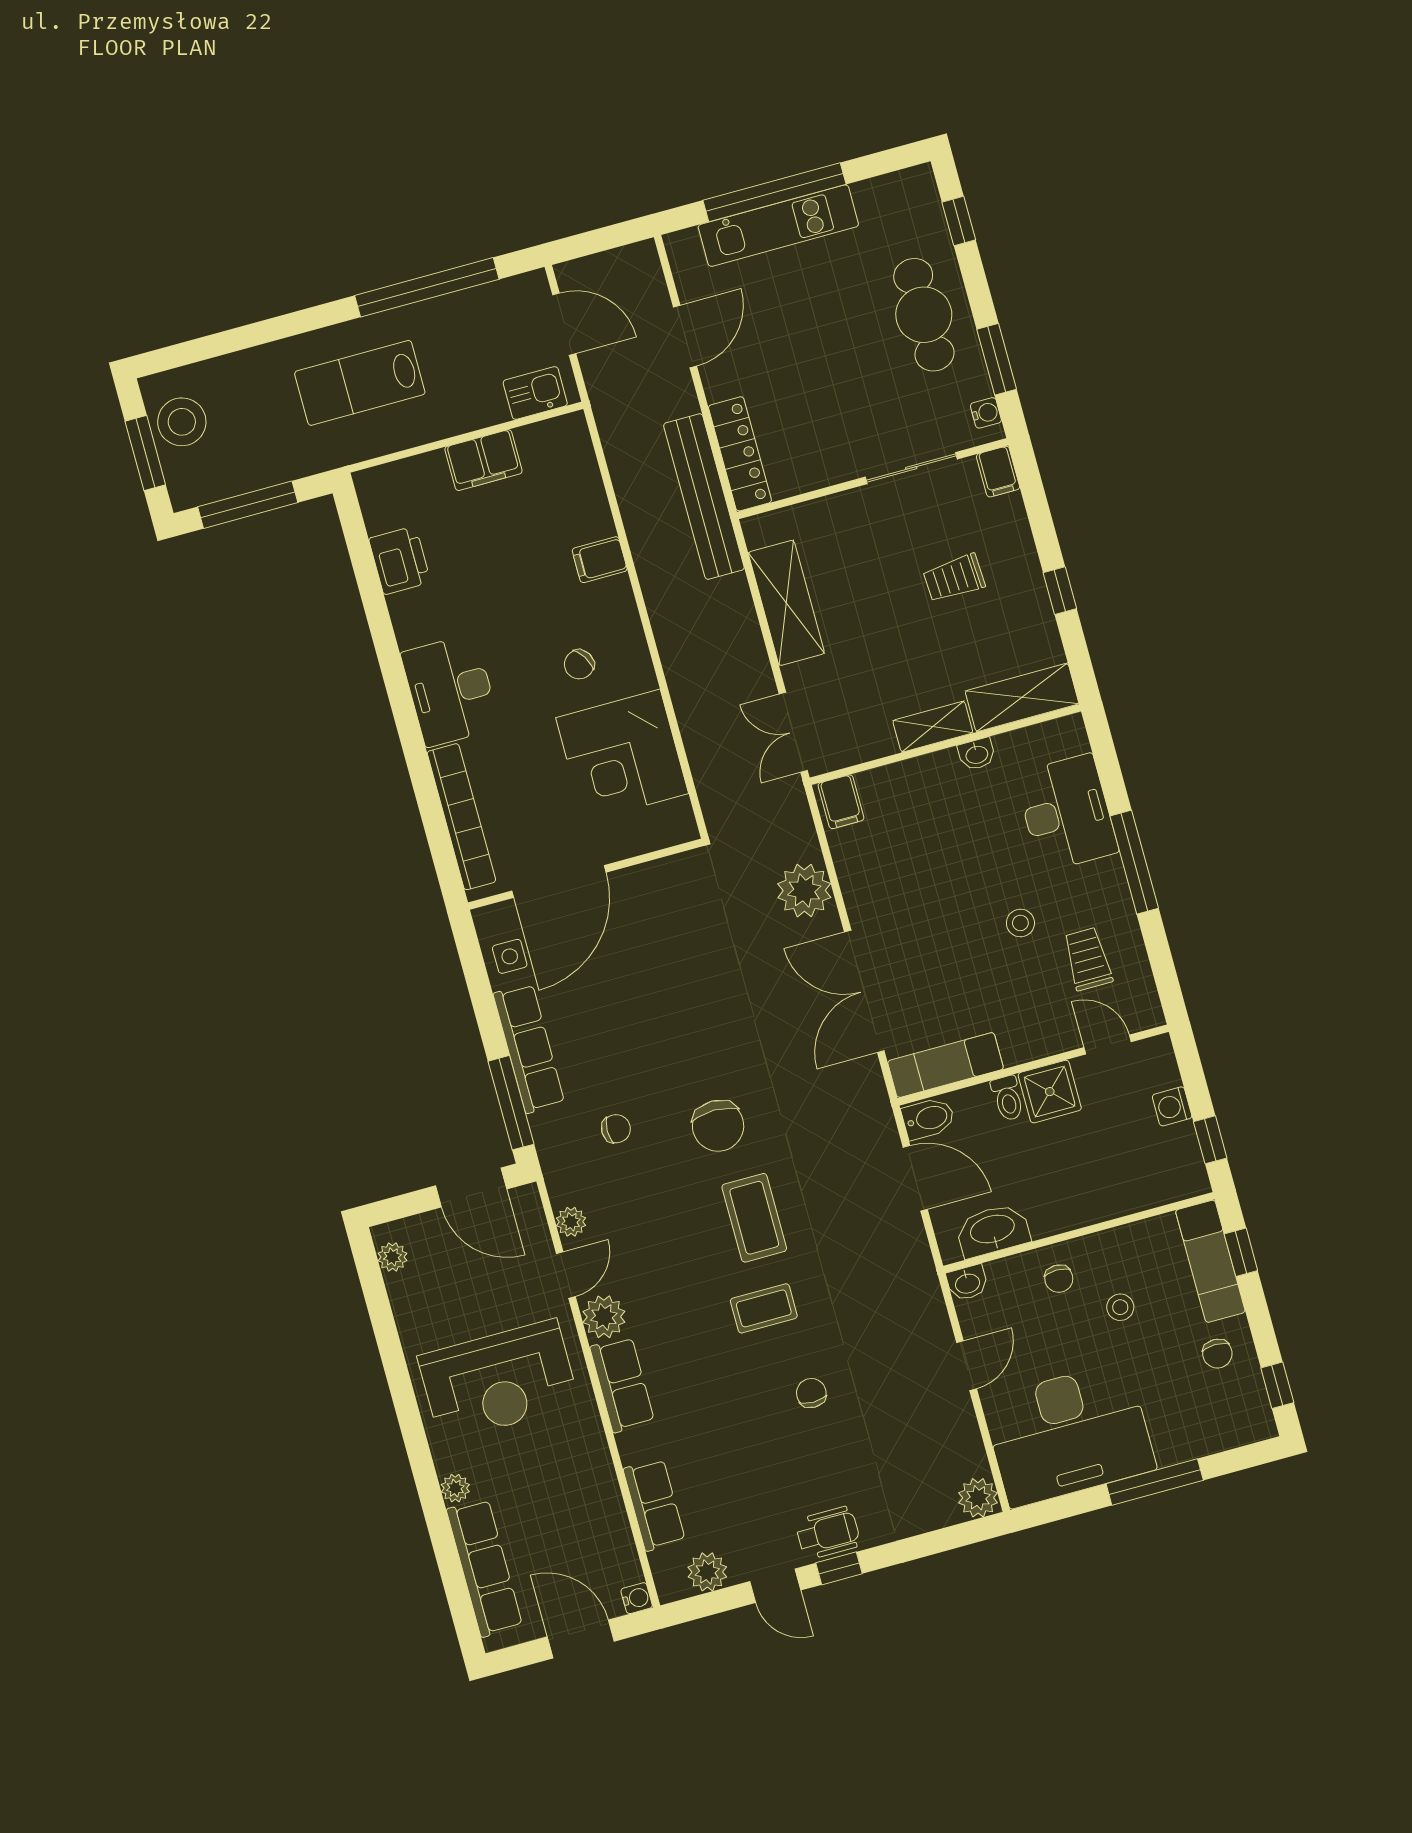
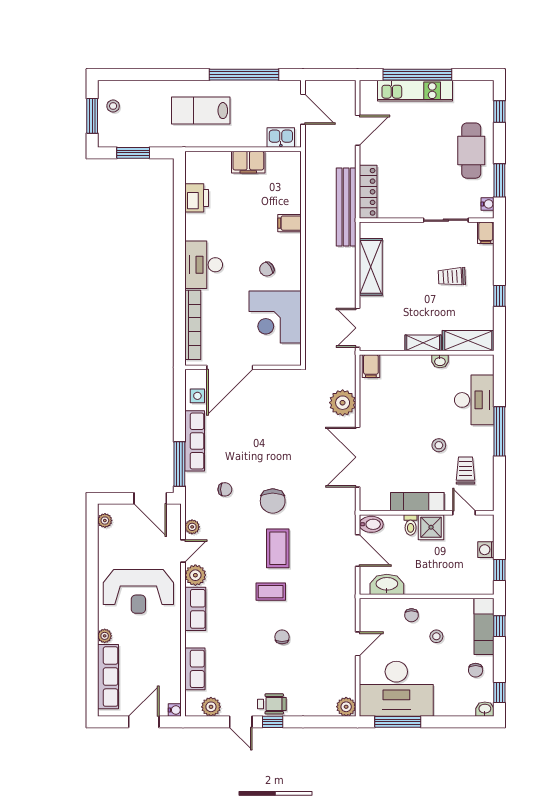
stool: (182, 422) -> (113, 106), width x0.53, depth x0.53
window: (248, 505) -> (133, 153), width x0.69
exam couch: (945, 1065) -> (417, 502), moved
washbasin: (967, 1283) -> (485, 709), moved, turned 180
window: (1155, 1482) -> (398, 722), moved
door: (581, 1639) -> (144, 722), hinge flipped

